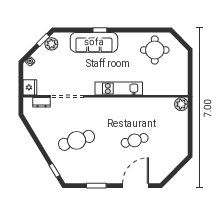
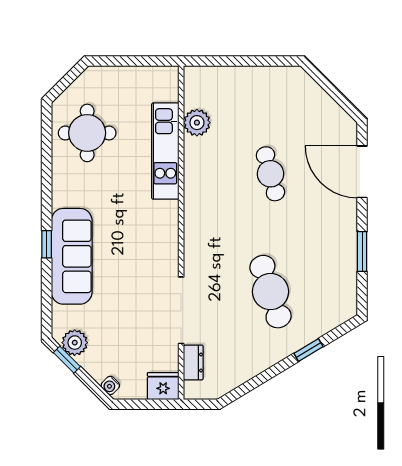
kitchen unit: (119, 89) -> (165, 151), moved
plant: (181, 104) -> (197, 123), moved
window: (54, 170) -> (309, 350), moved

